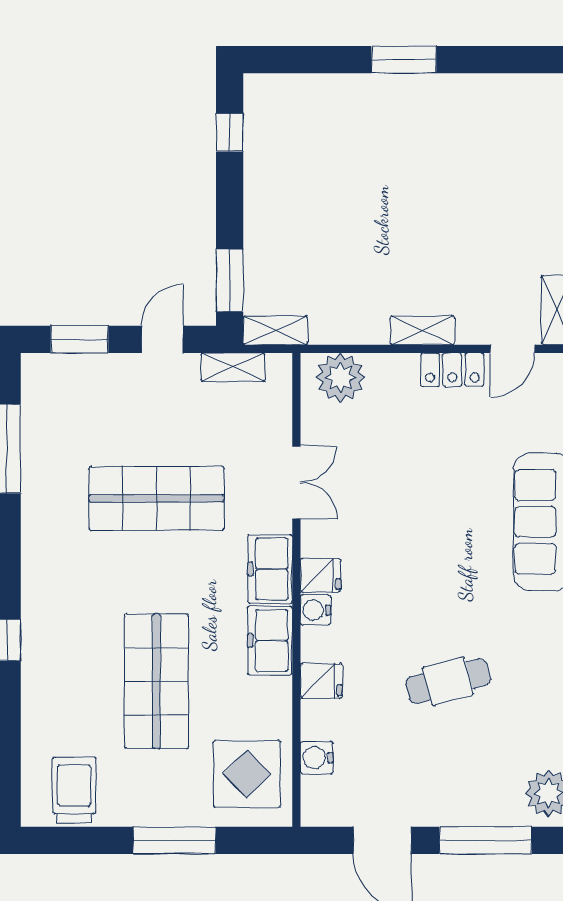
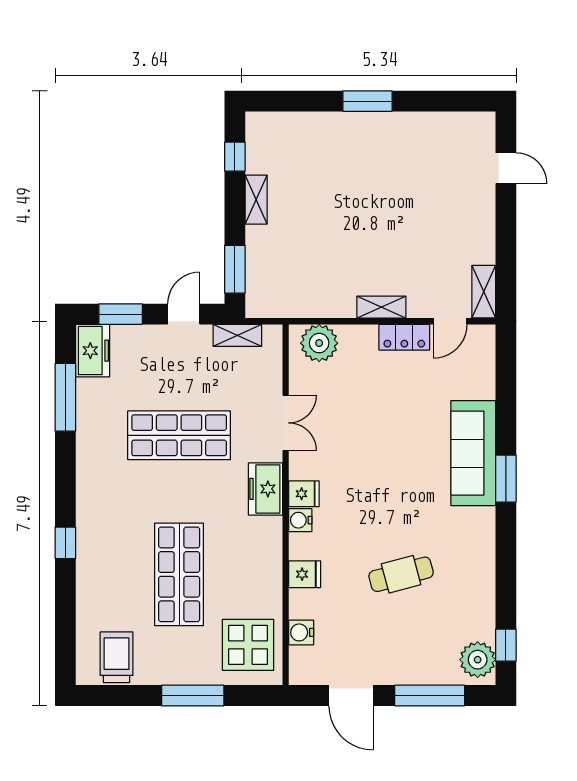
shelving: (275, 330) -> (256, 200), moved, turned 90
freezer: (270, 641) -> (93, 351), moved, turned 180

